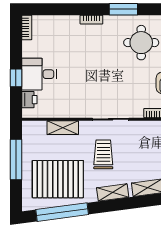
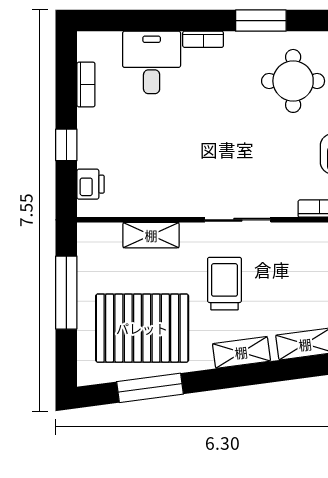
bookcase: (27, 27) -> (86, 84), moved
desk: (39, 74) -> (152, 62), moved, turned 90
window: (62, 212) -> (150, 388), width x0.68

